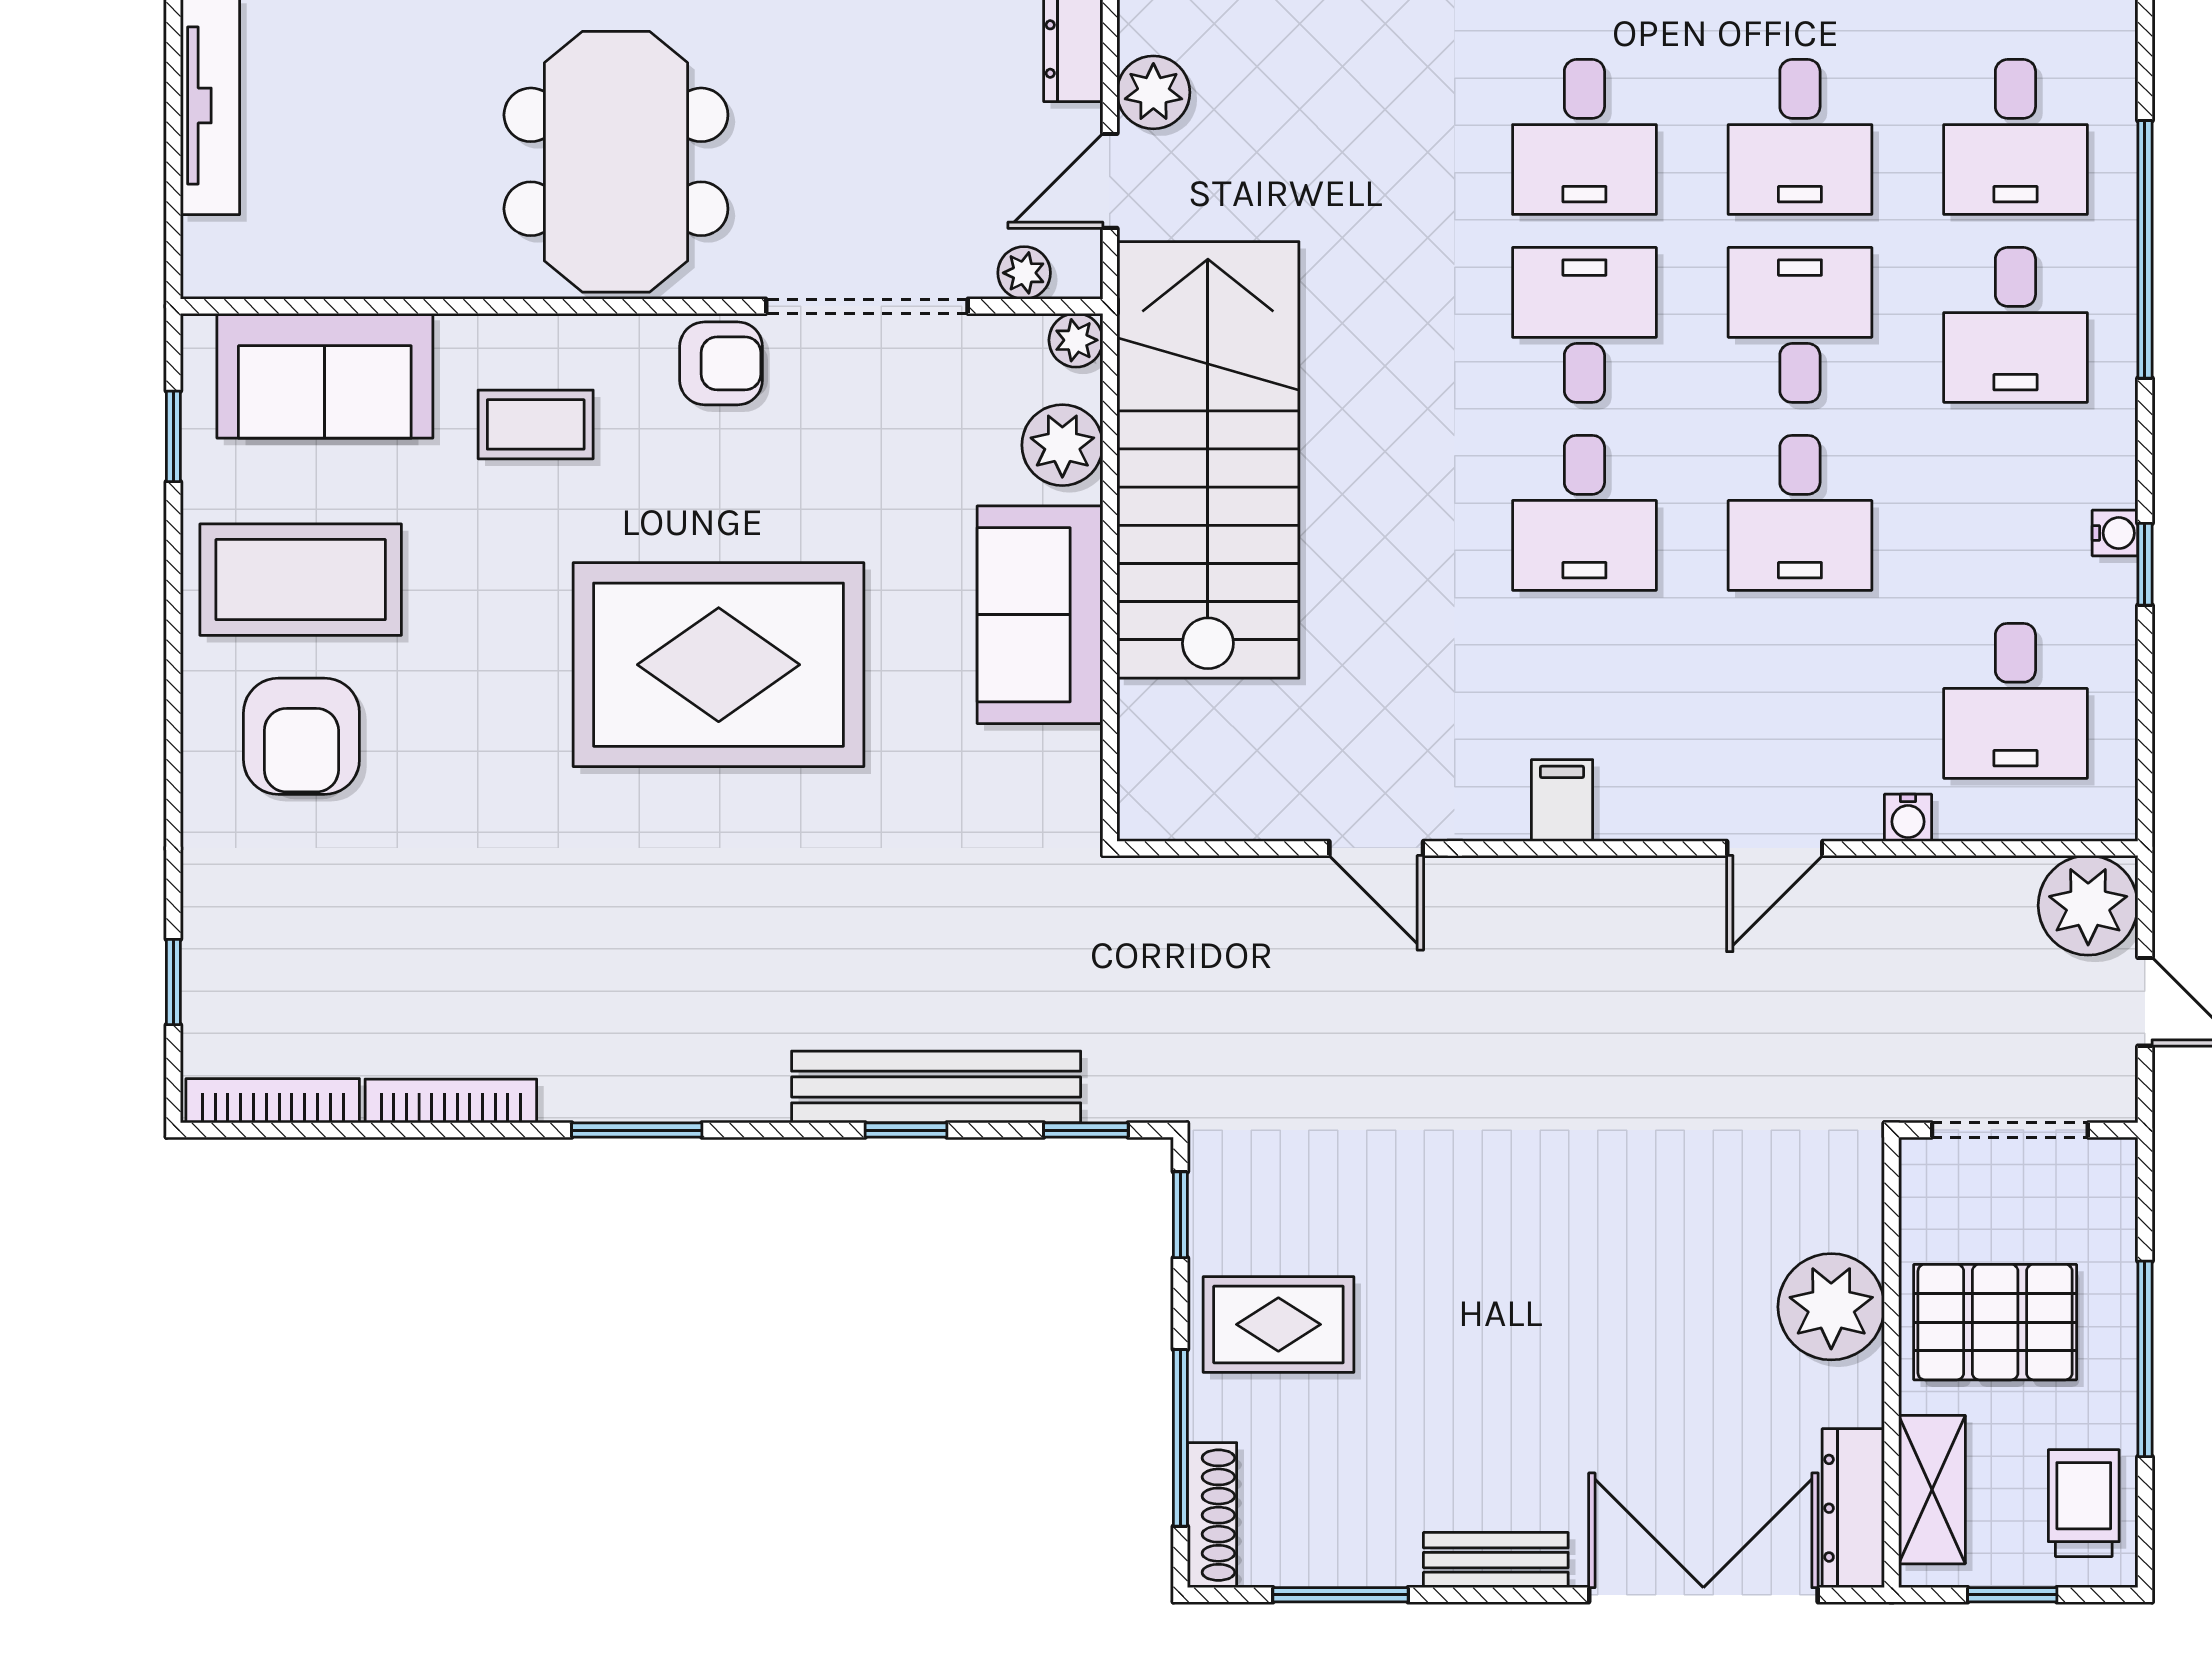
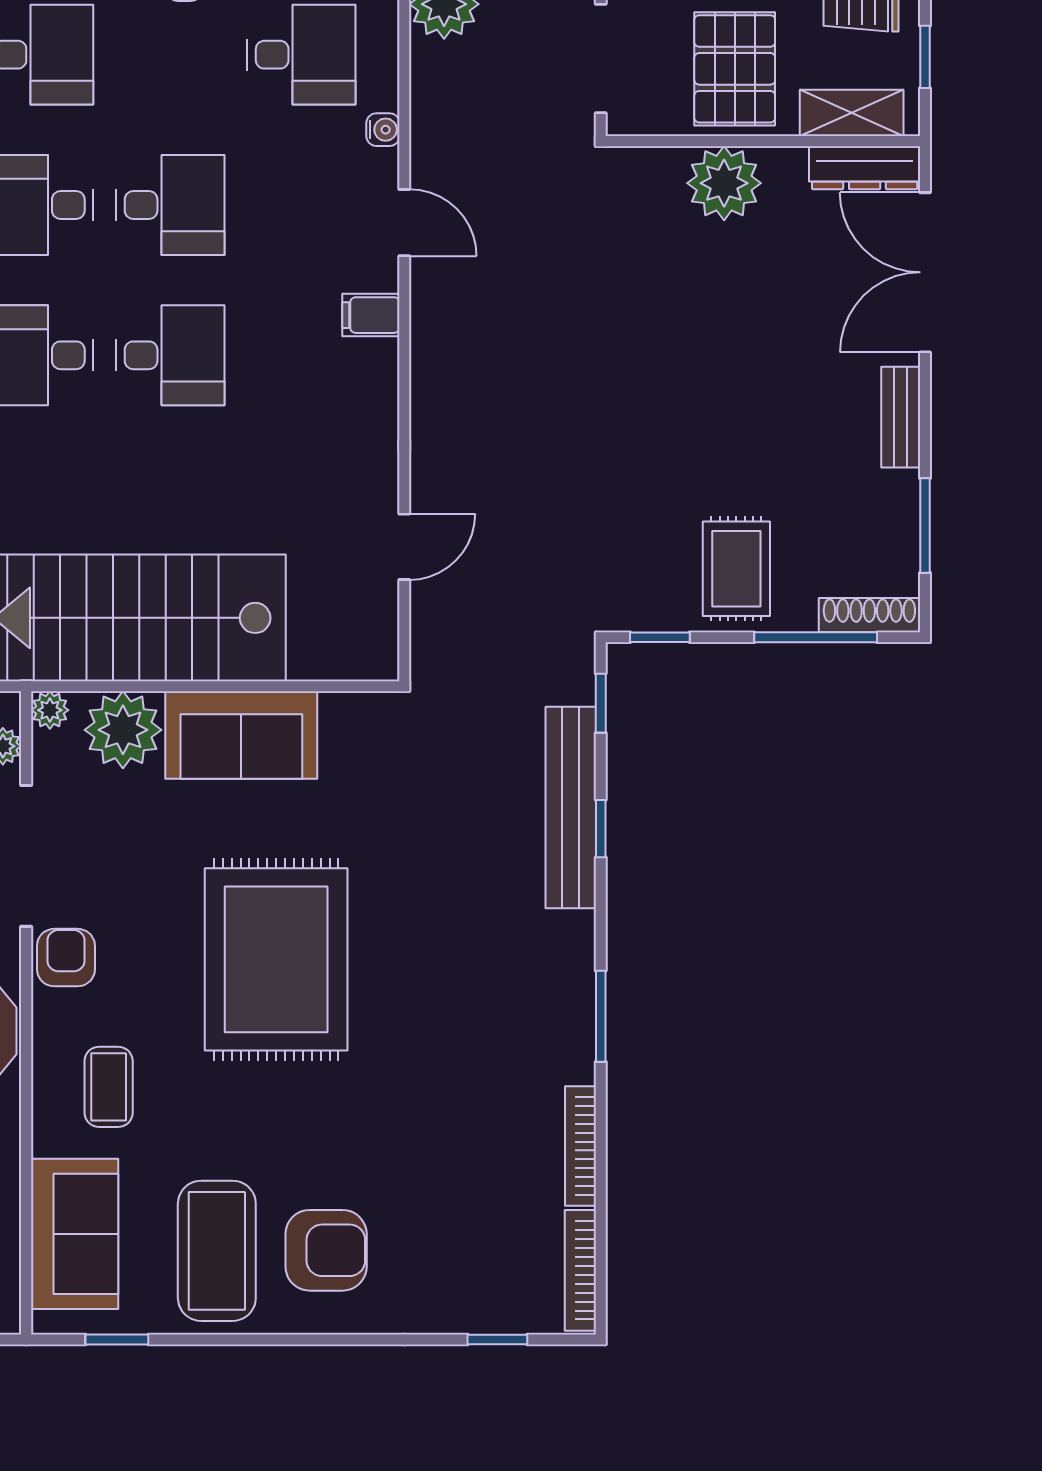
plant: (1062, 445) -> (123, 730), width x1.36, depth x1.36
filing cabinet: (1562, 800) -> (371, 315), moved
door: (1376, 848) -> (404, 547), moved

